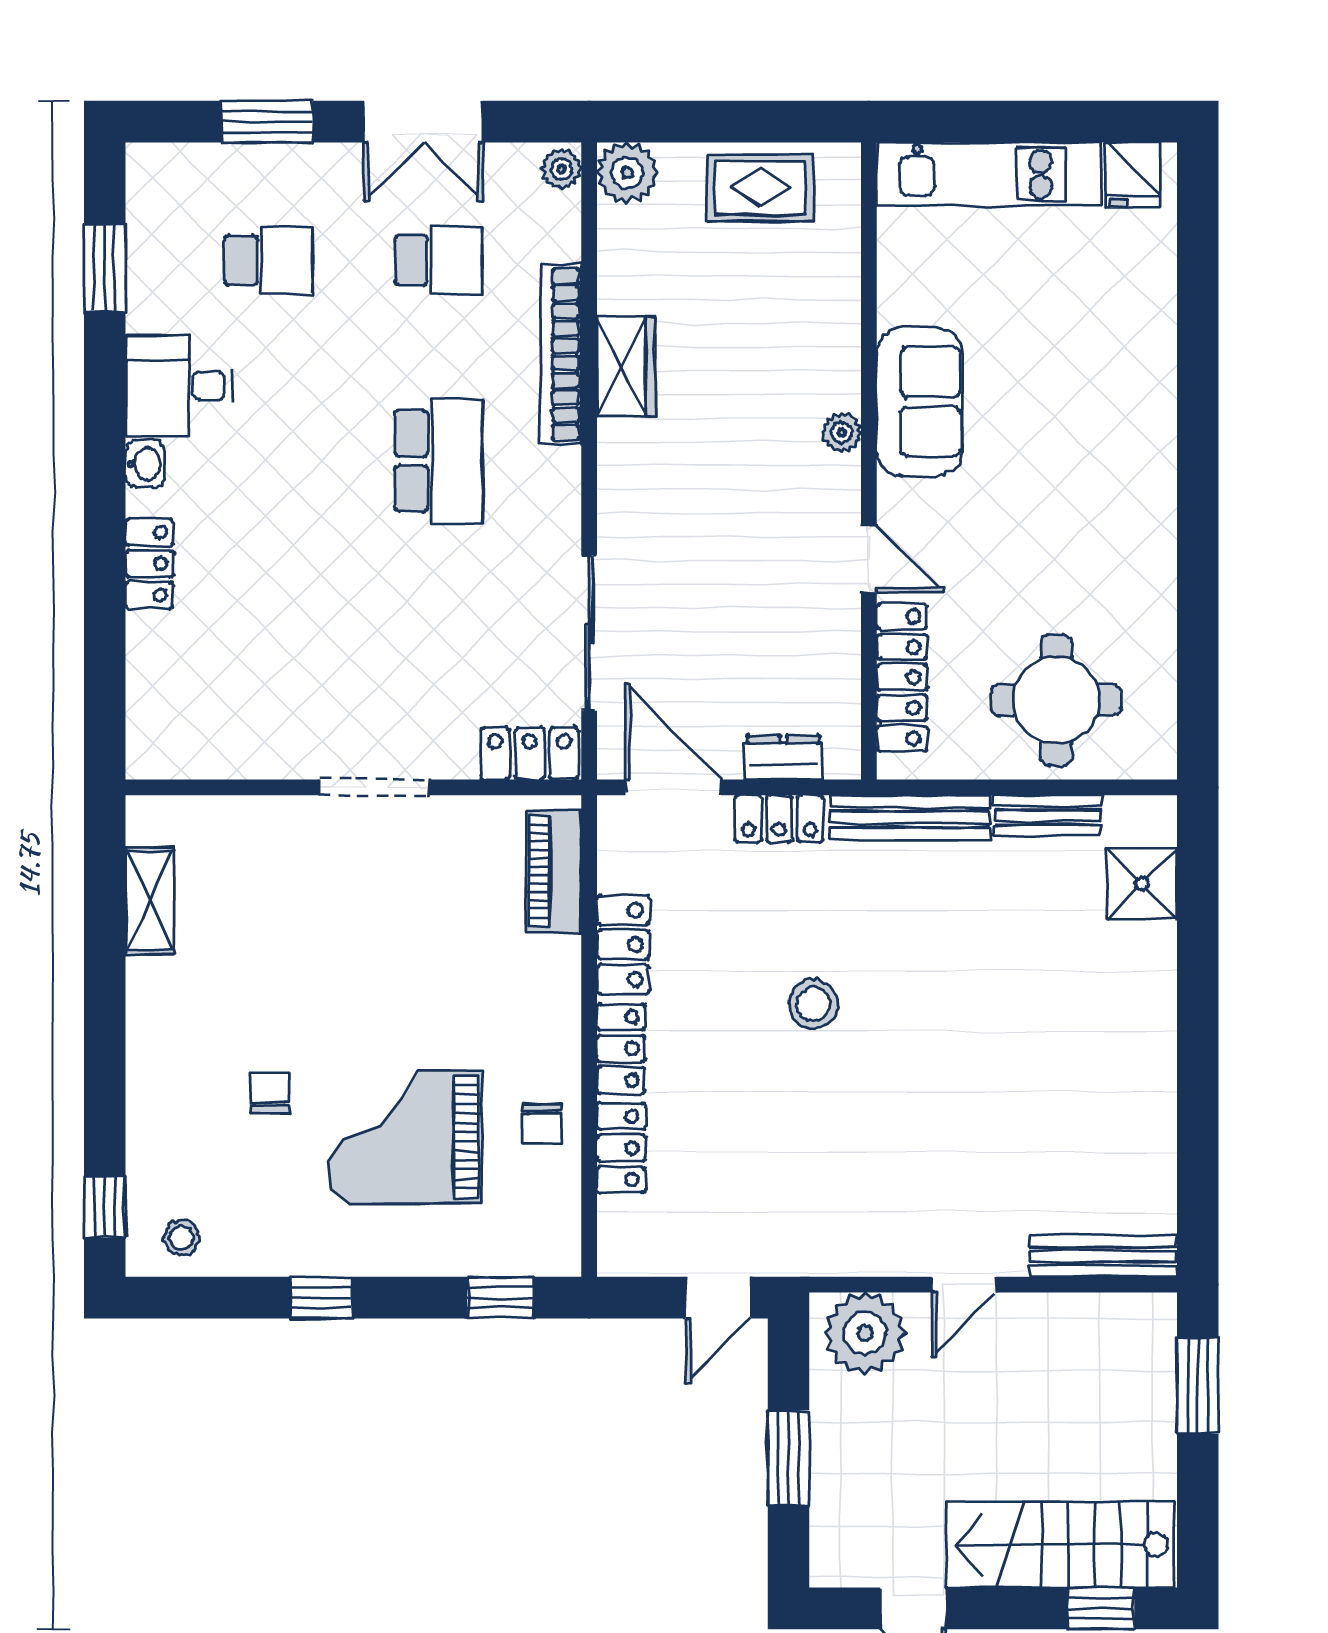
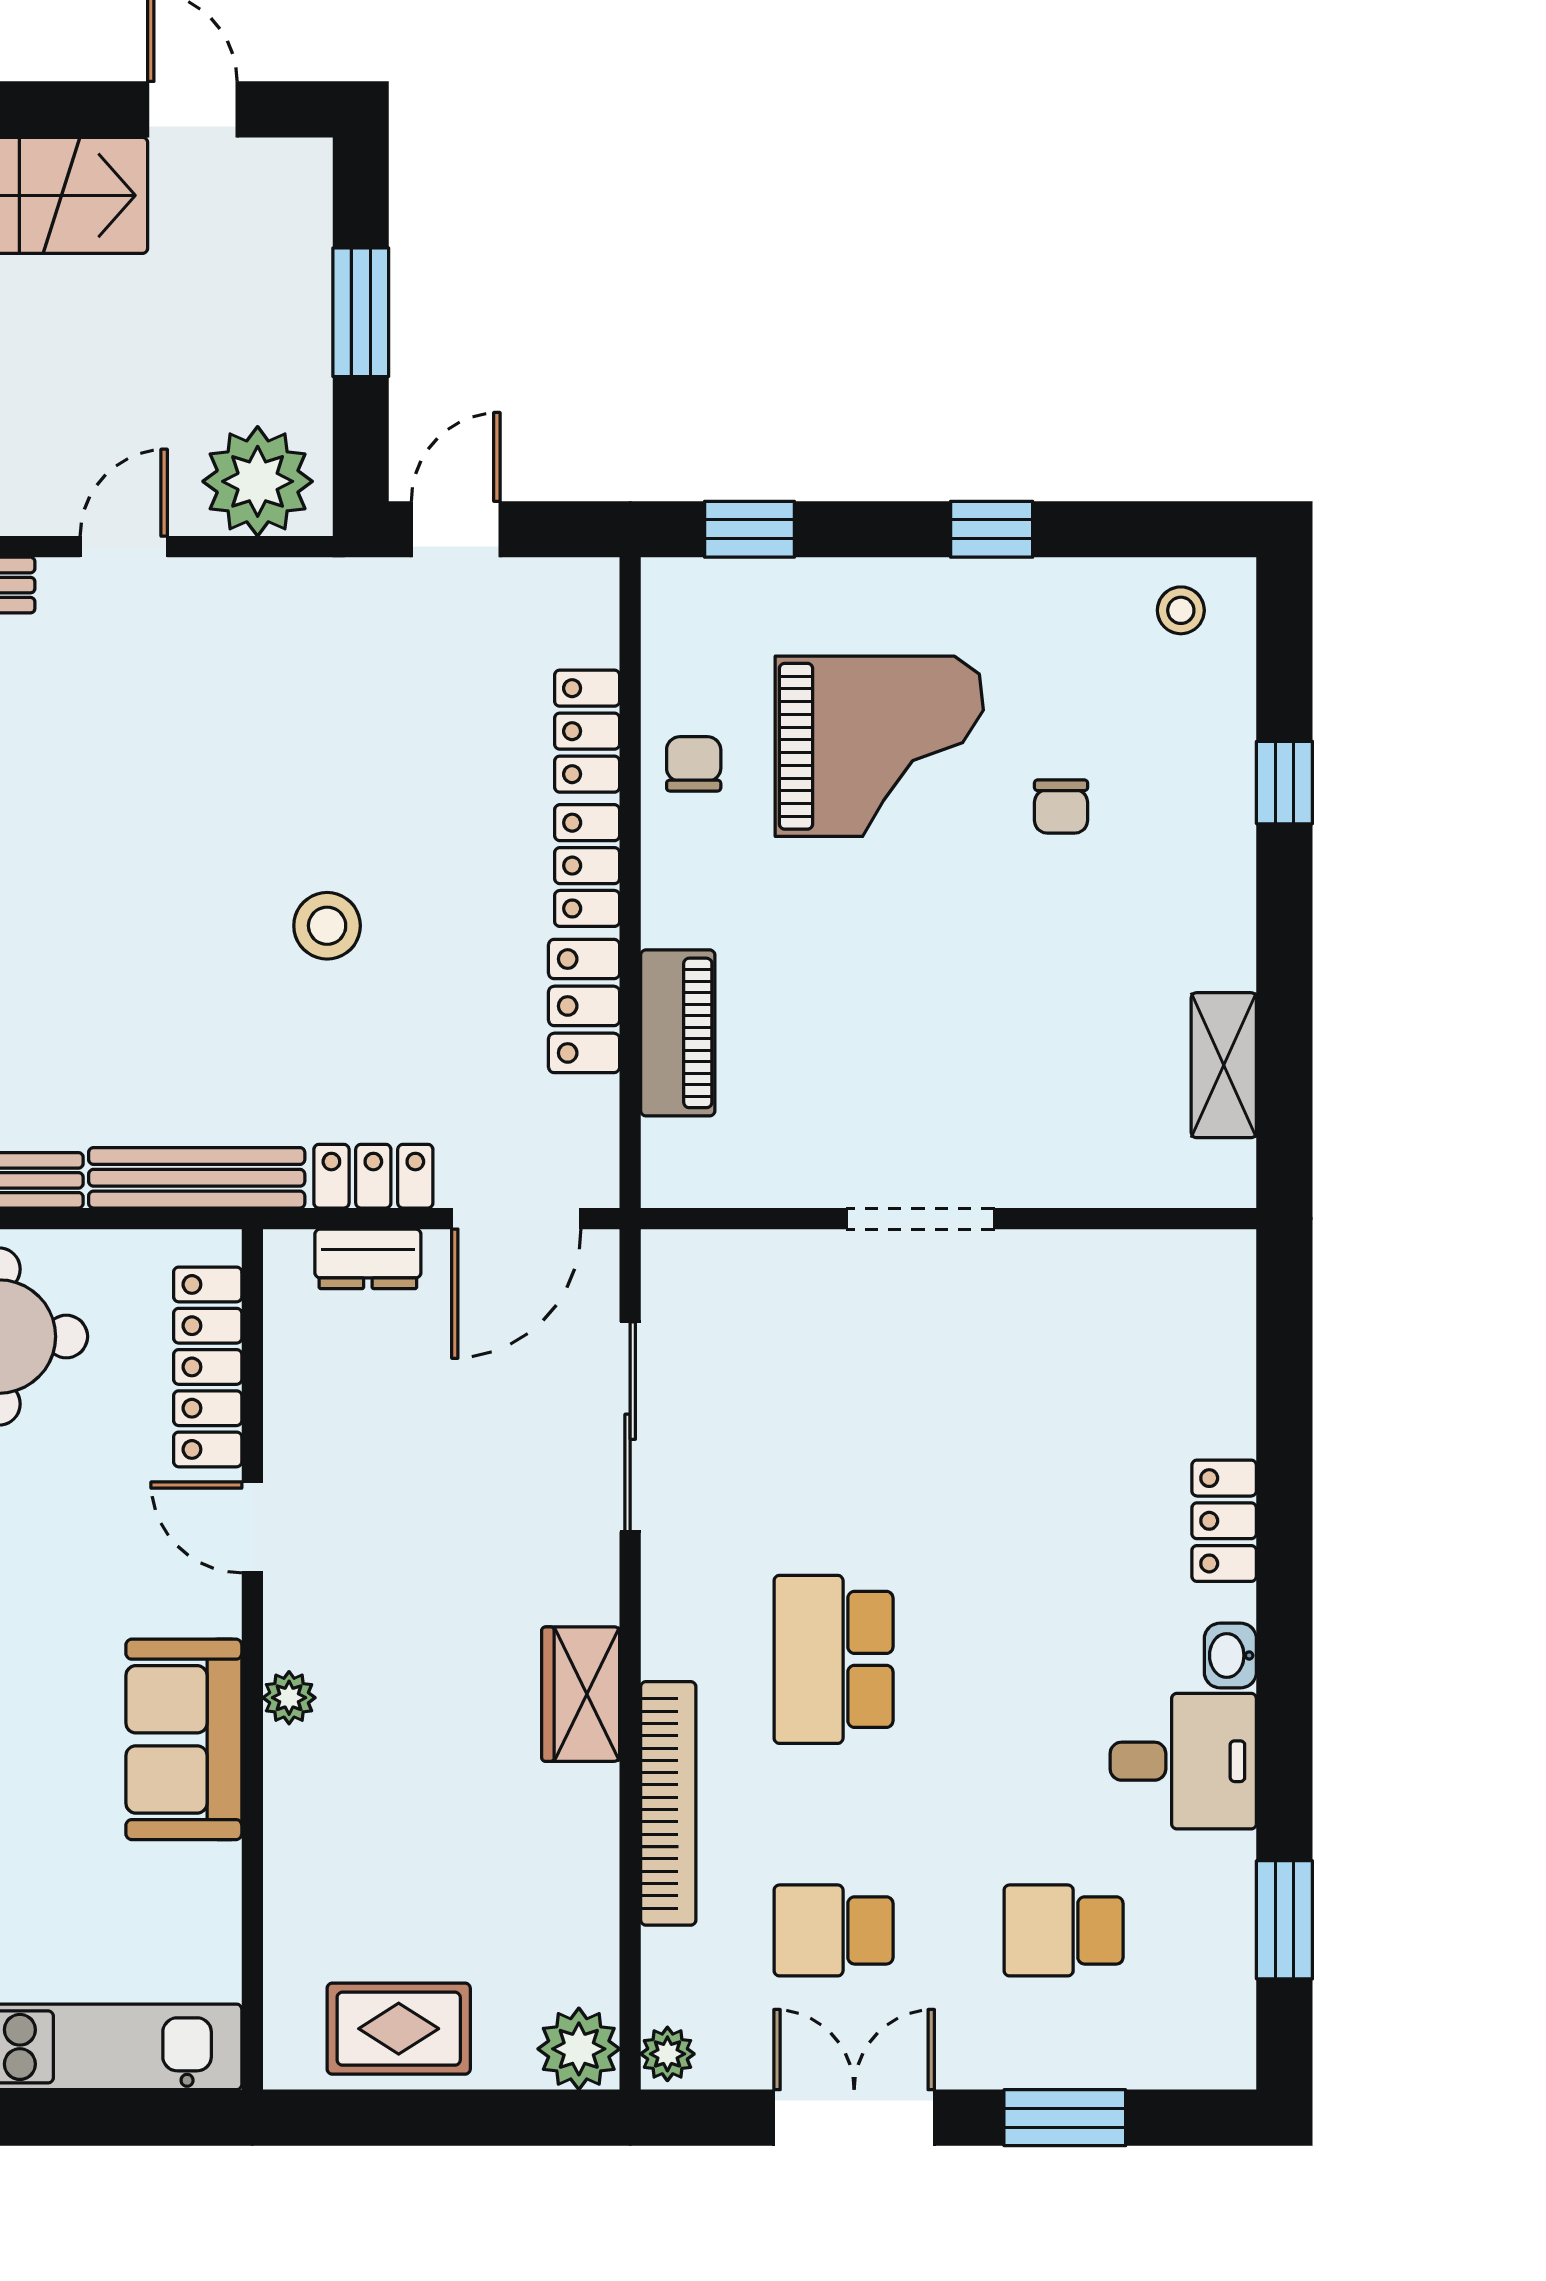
wardrobe: (626, 367) -> (581, 1694), moved
locker: (530, 753) -> (710, 1264), removed
door: (673, 787) -> (516, 1219), hinge flipped
piano: (554, 871) -> (678, 1033), moved
window: (105, 1207) -> (1284, 783), moved

